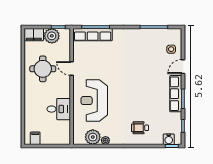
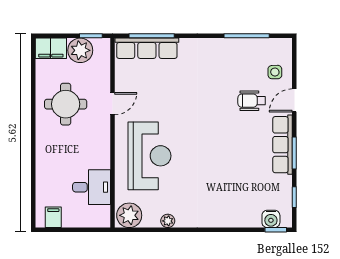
door: (72, 69) -> (113, 104), swing flipped
reception desk: (94, 101) -> (149, 156), turned 180
desk: (59, 109) -> (92, 187), moved
wheelchair: (140, 128) -> (252, 101), moved
plant: (93, 137) -> (129, 215), moved

